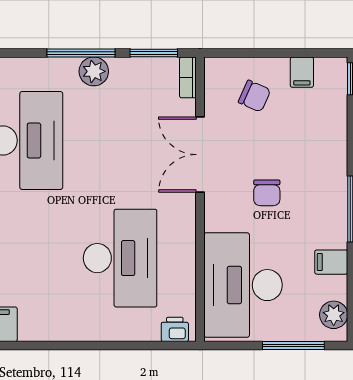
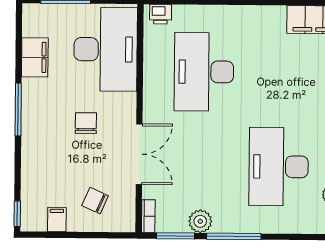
plant: (94, 71) -> (200, 221), moved
filing cabinet: (331, 262) -> (35, 57), width x2.00
plant: (334, 315) -> (33, 25), removed

